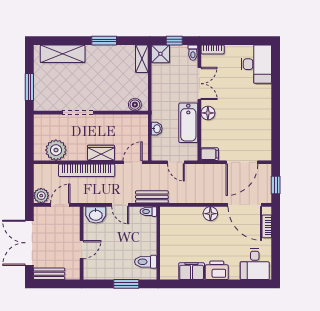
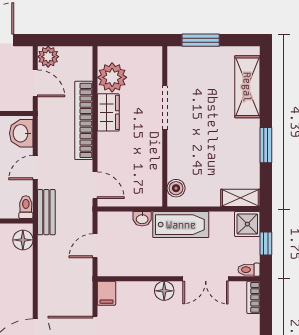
bathtub: (188, 123) -> (181, 225), moved, turned 180
wardrobe: (101, 153) -> (108, 112), moved
floor lamp: (210, 214) -> (23, 240), moved

